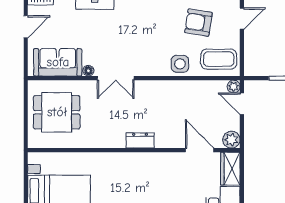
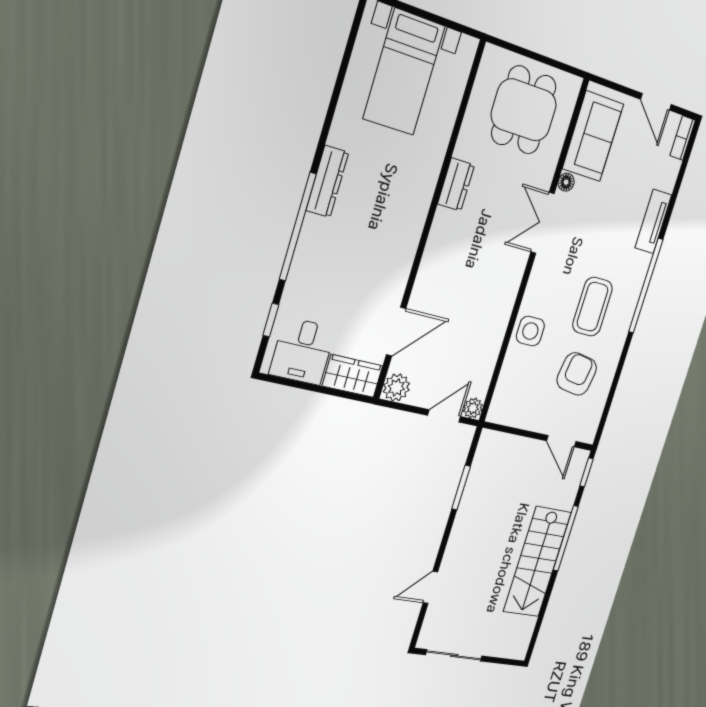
coffee table: (219, 59) -> (593, 307), moved
dresser: (140, 140) -> (456, 184), moved

